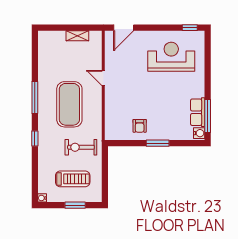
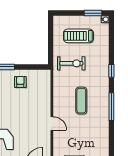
exercise mat: (69, 104) -> (81, 101), width x0.50, depth x0.69
window: (75, 205) -> (93, 13), moved

